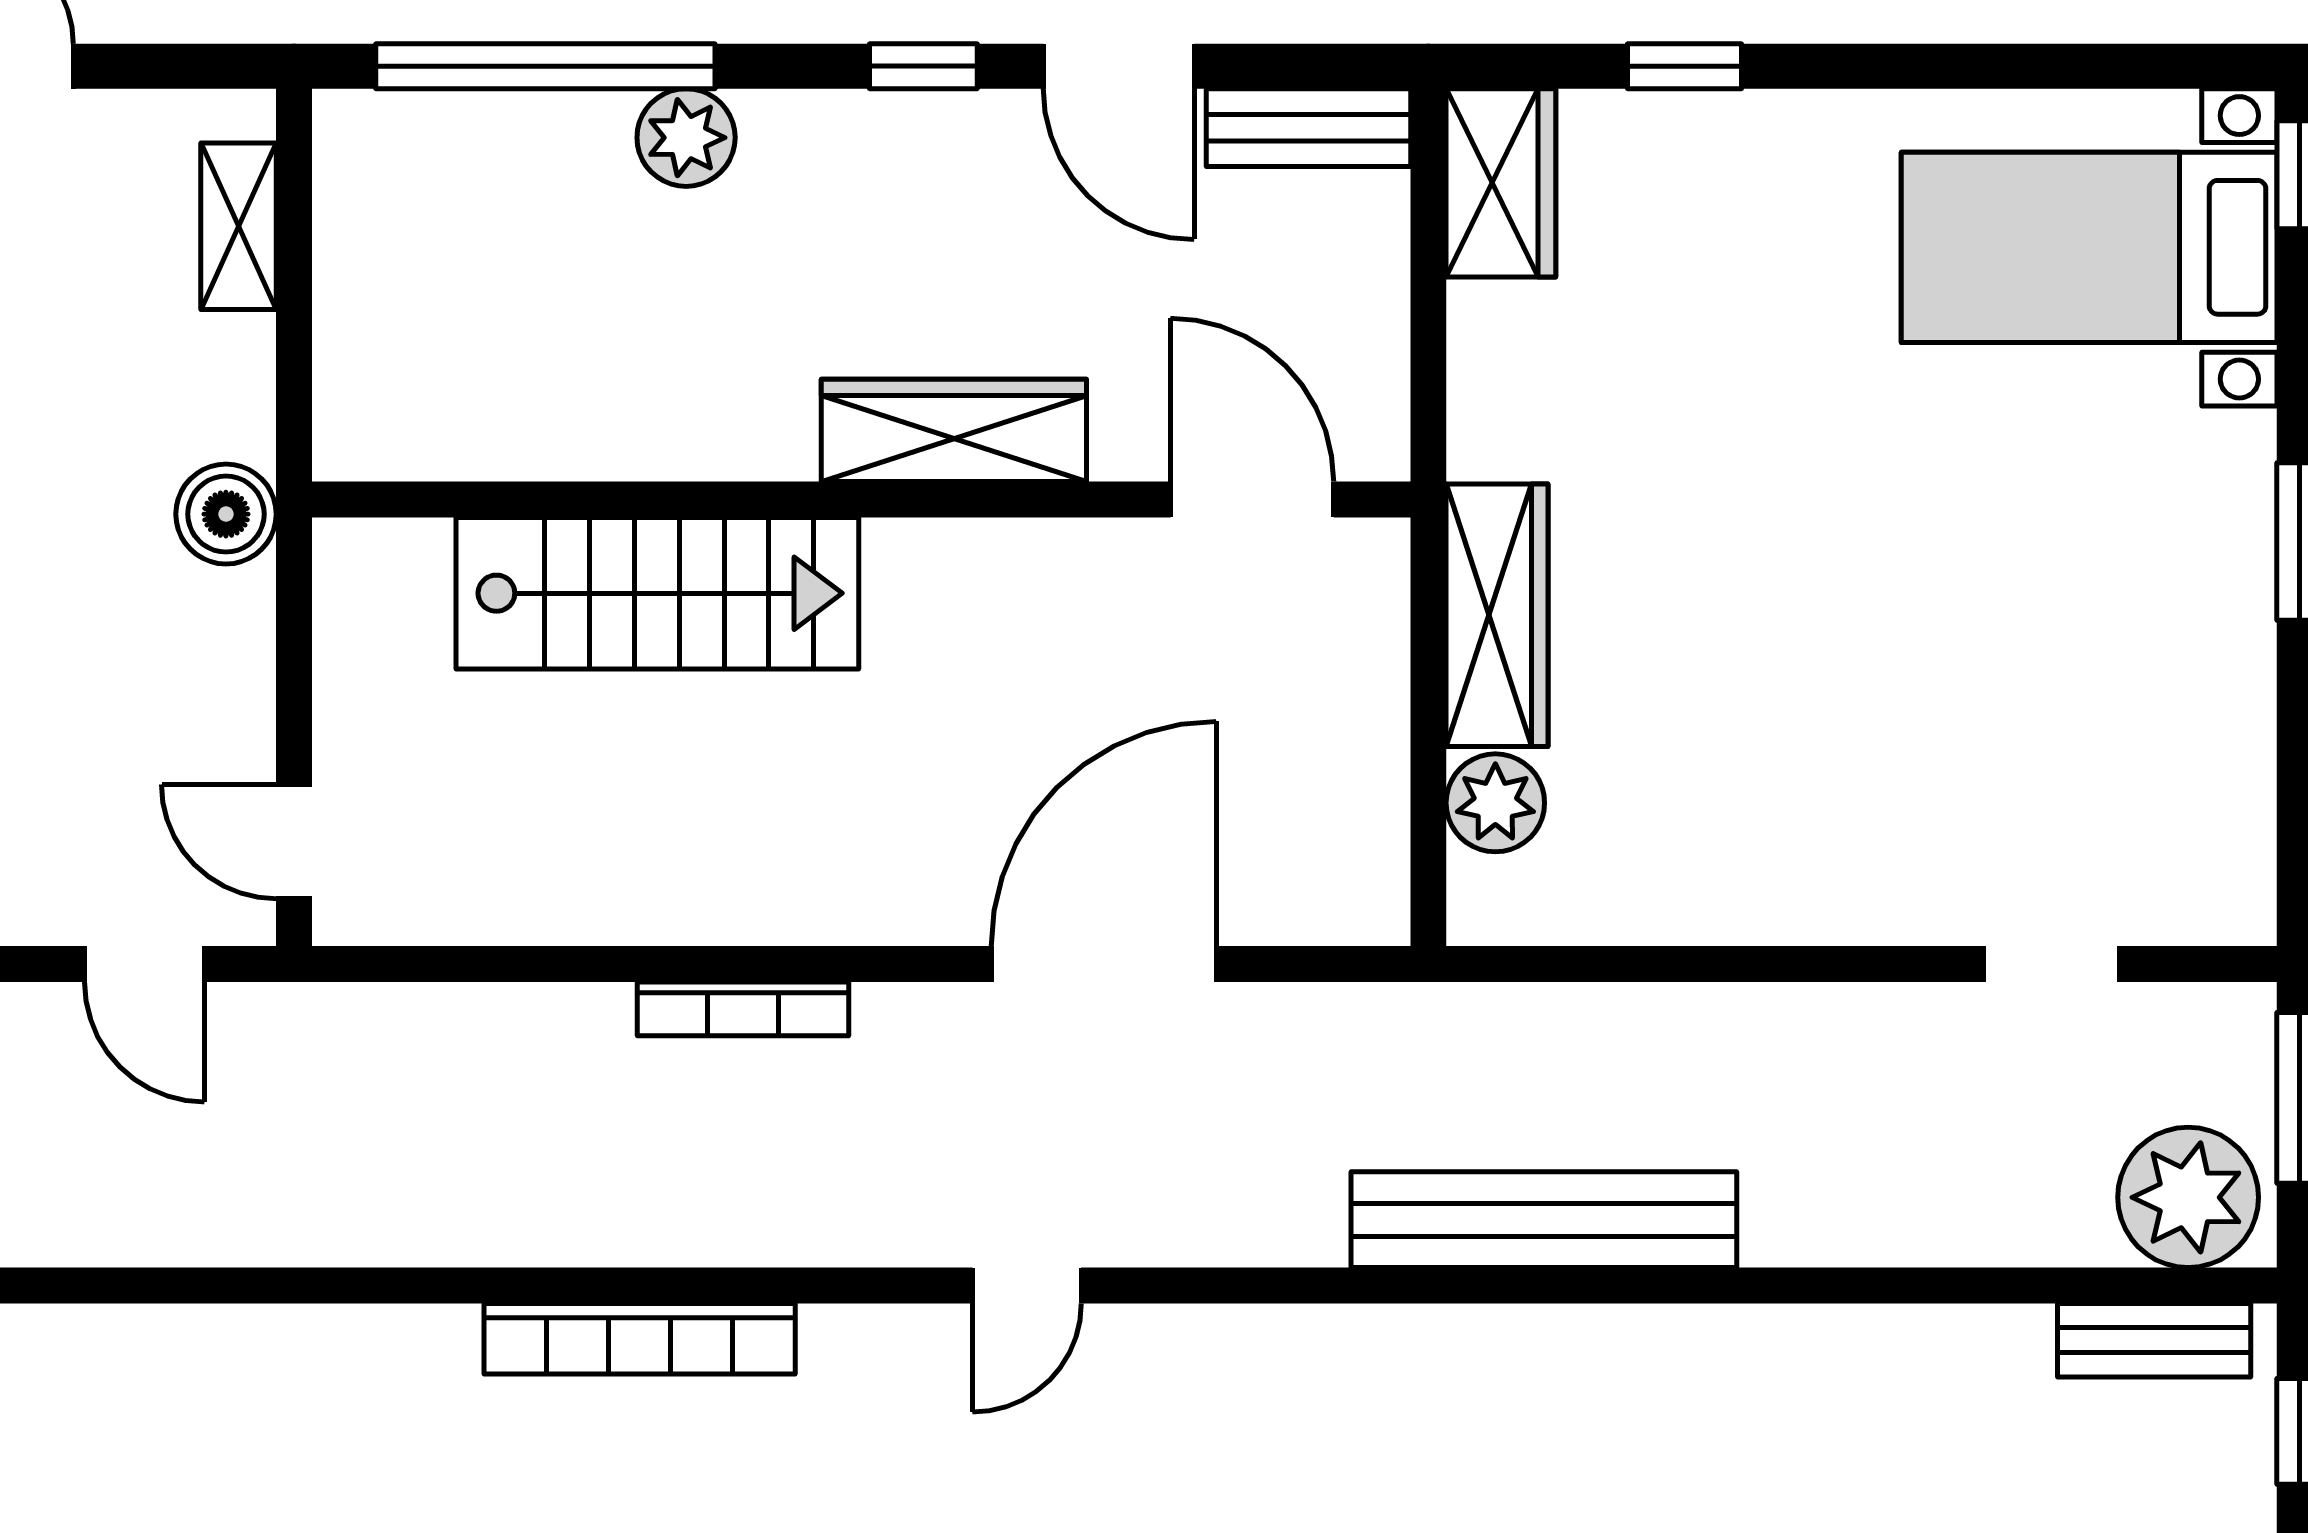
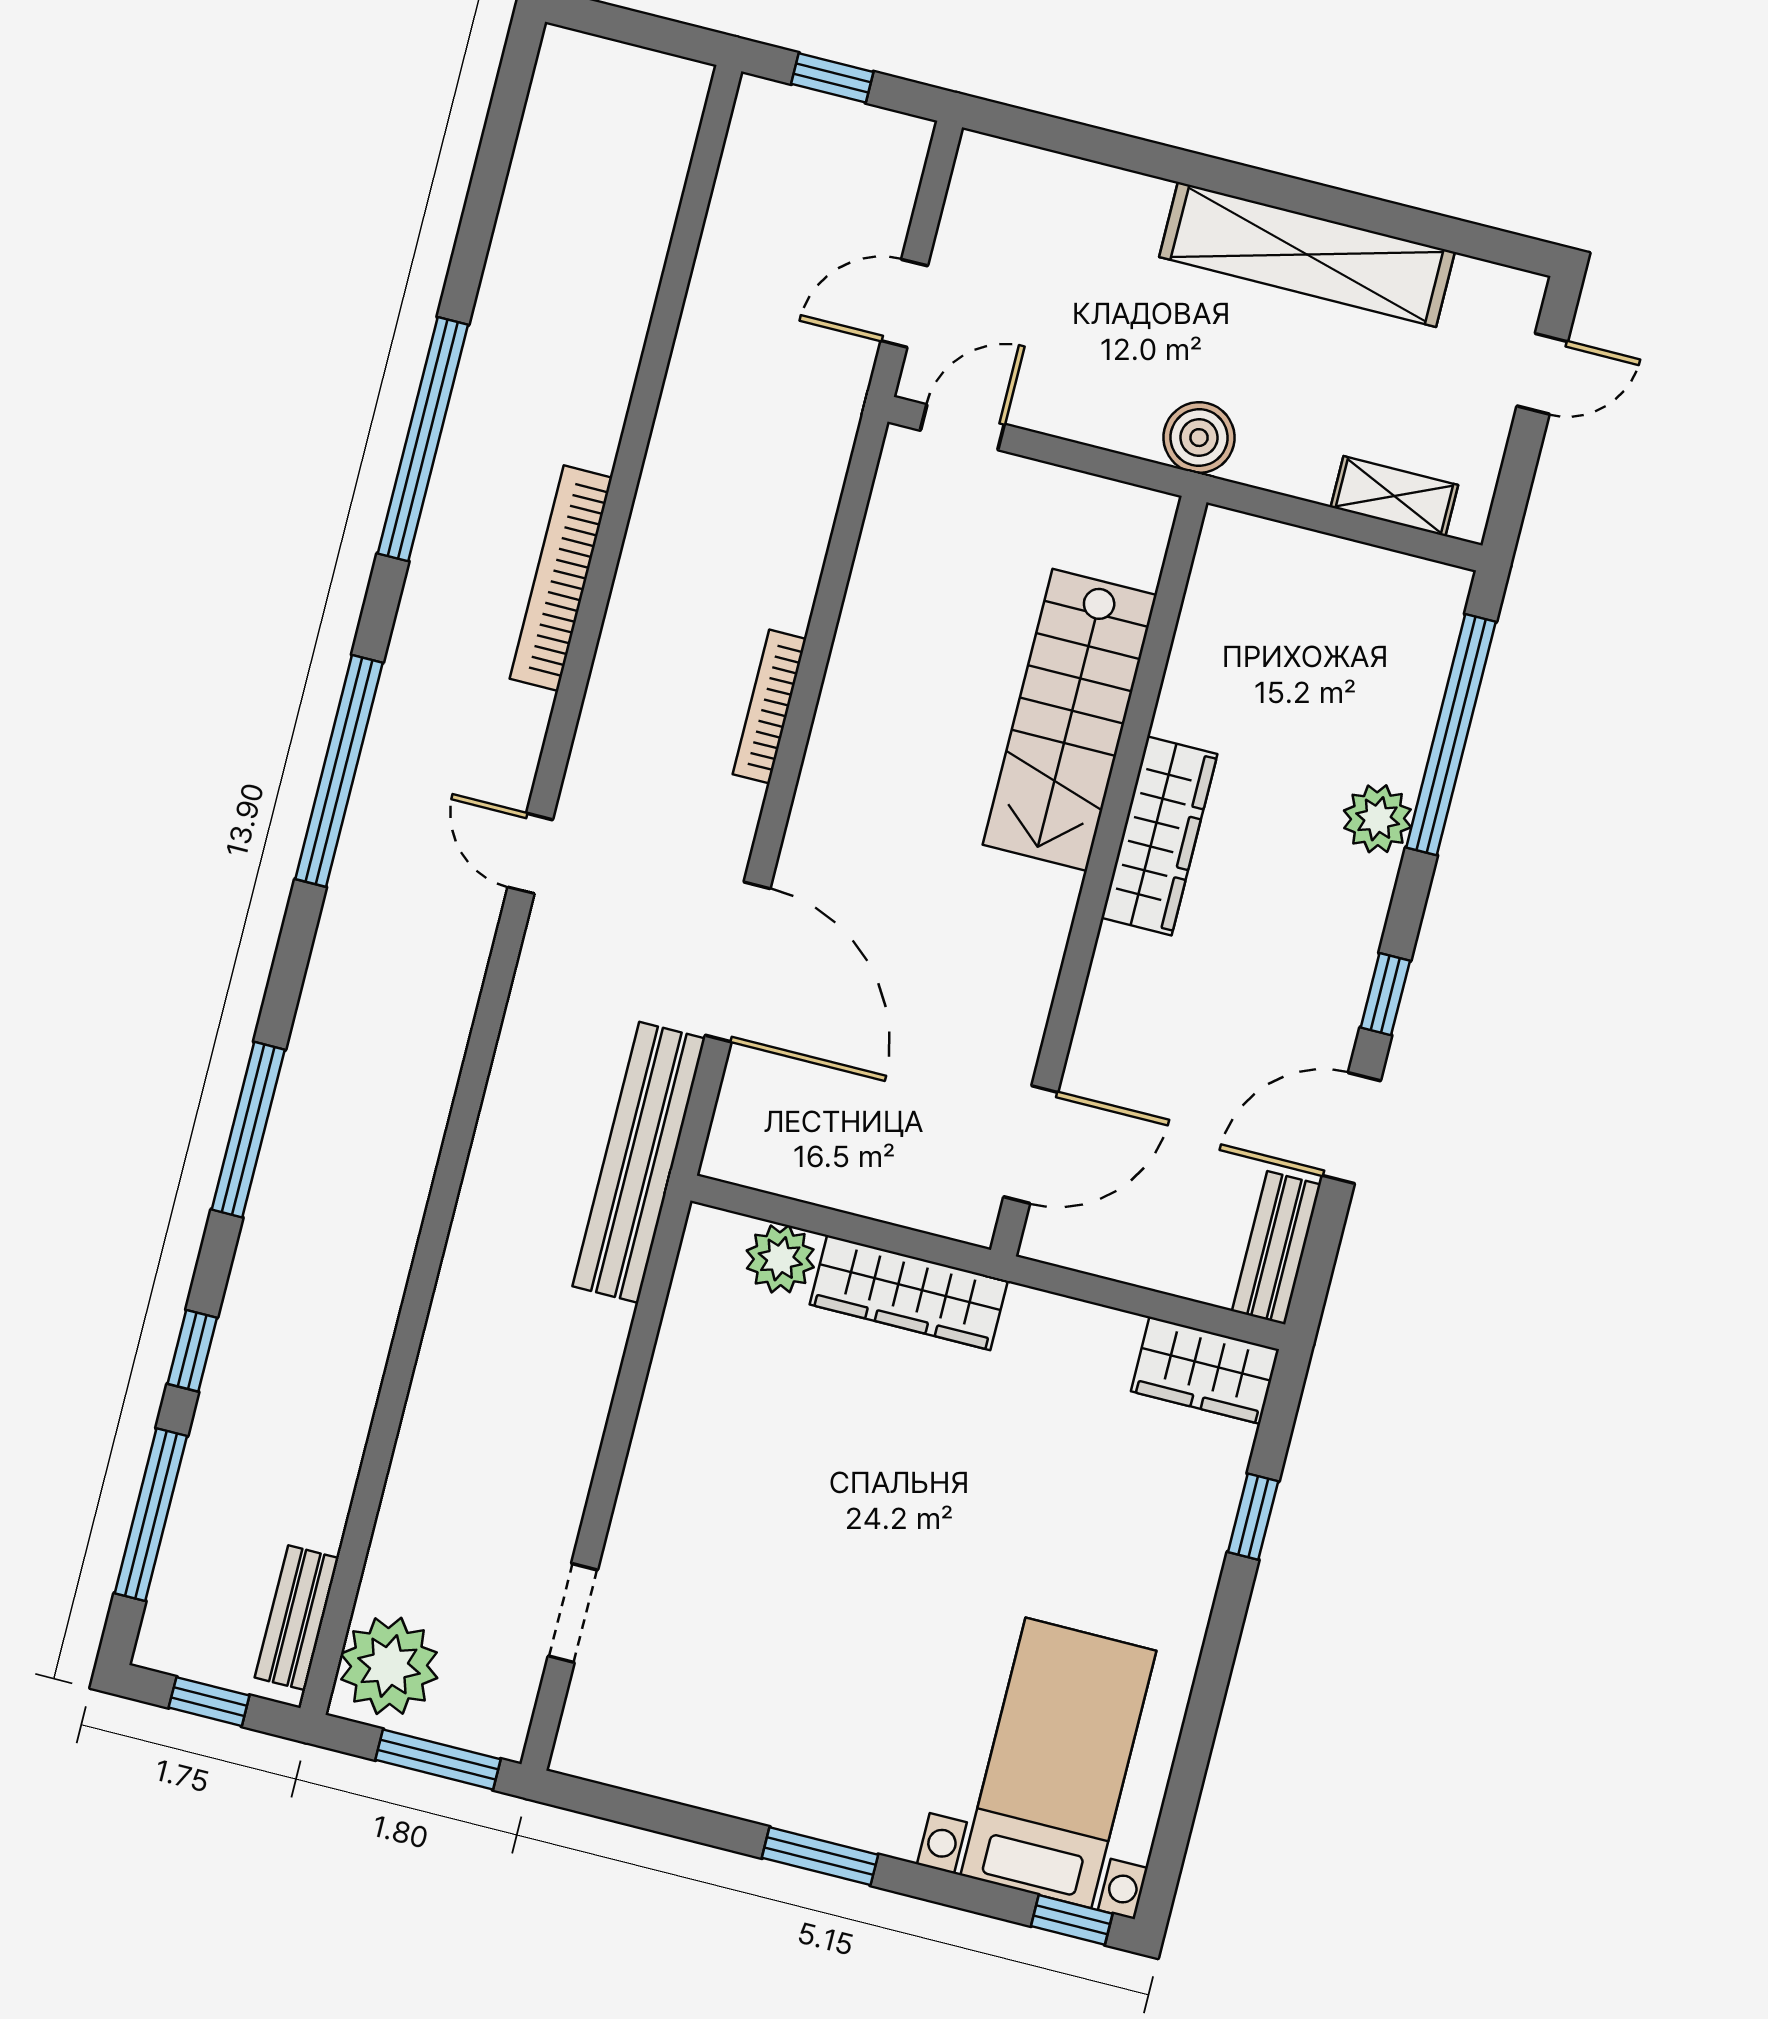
wardrobe: (954, 430) -> (1159, 836), moved
bench: (1544, 1220) -> (639, 1162), moved

